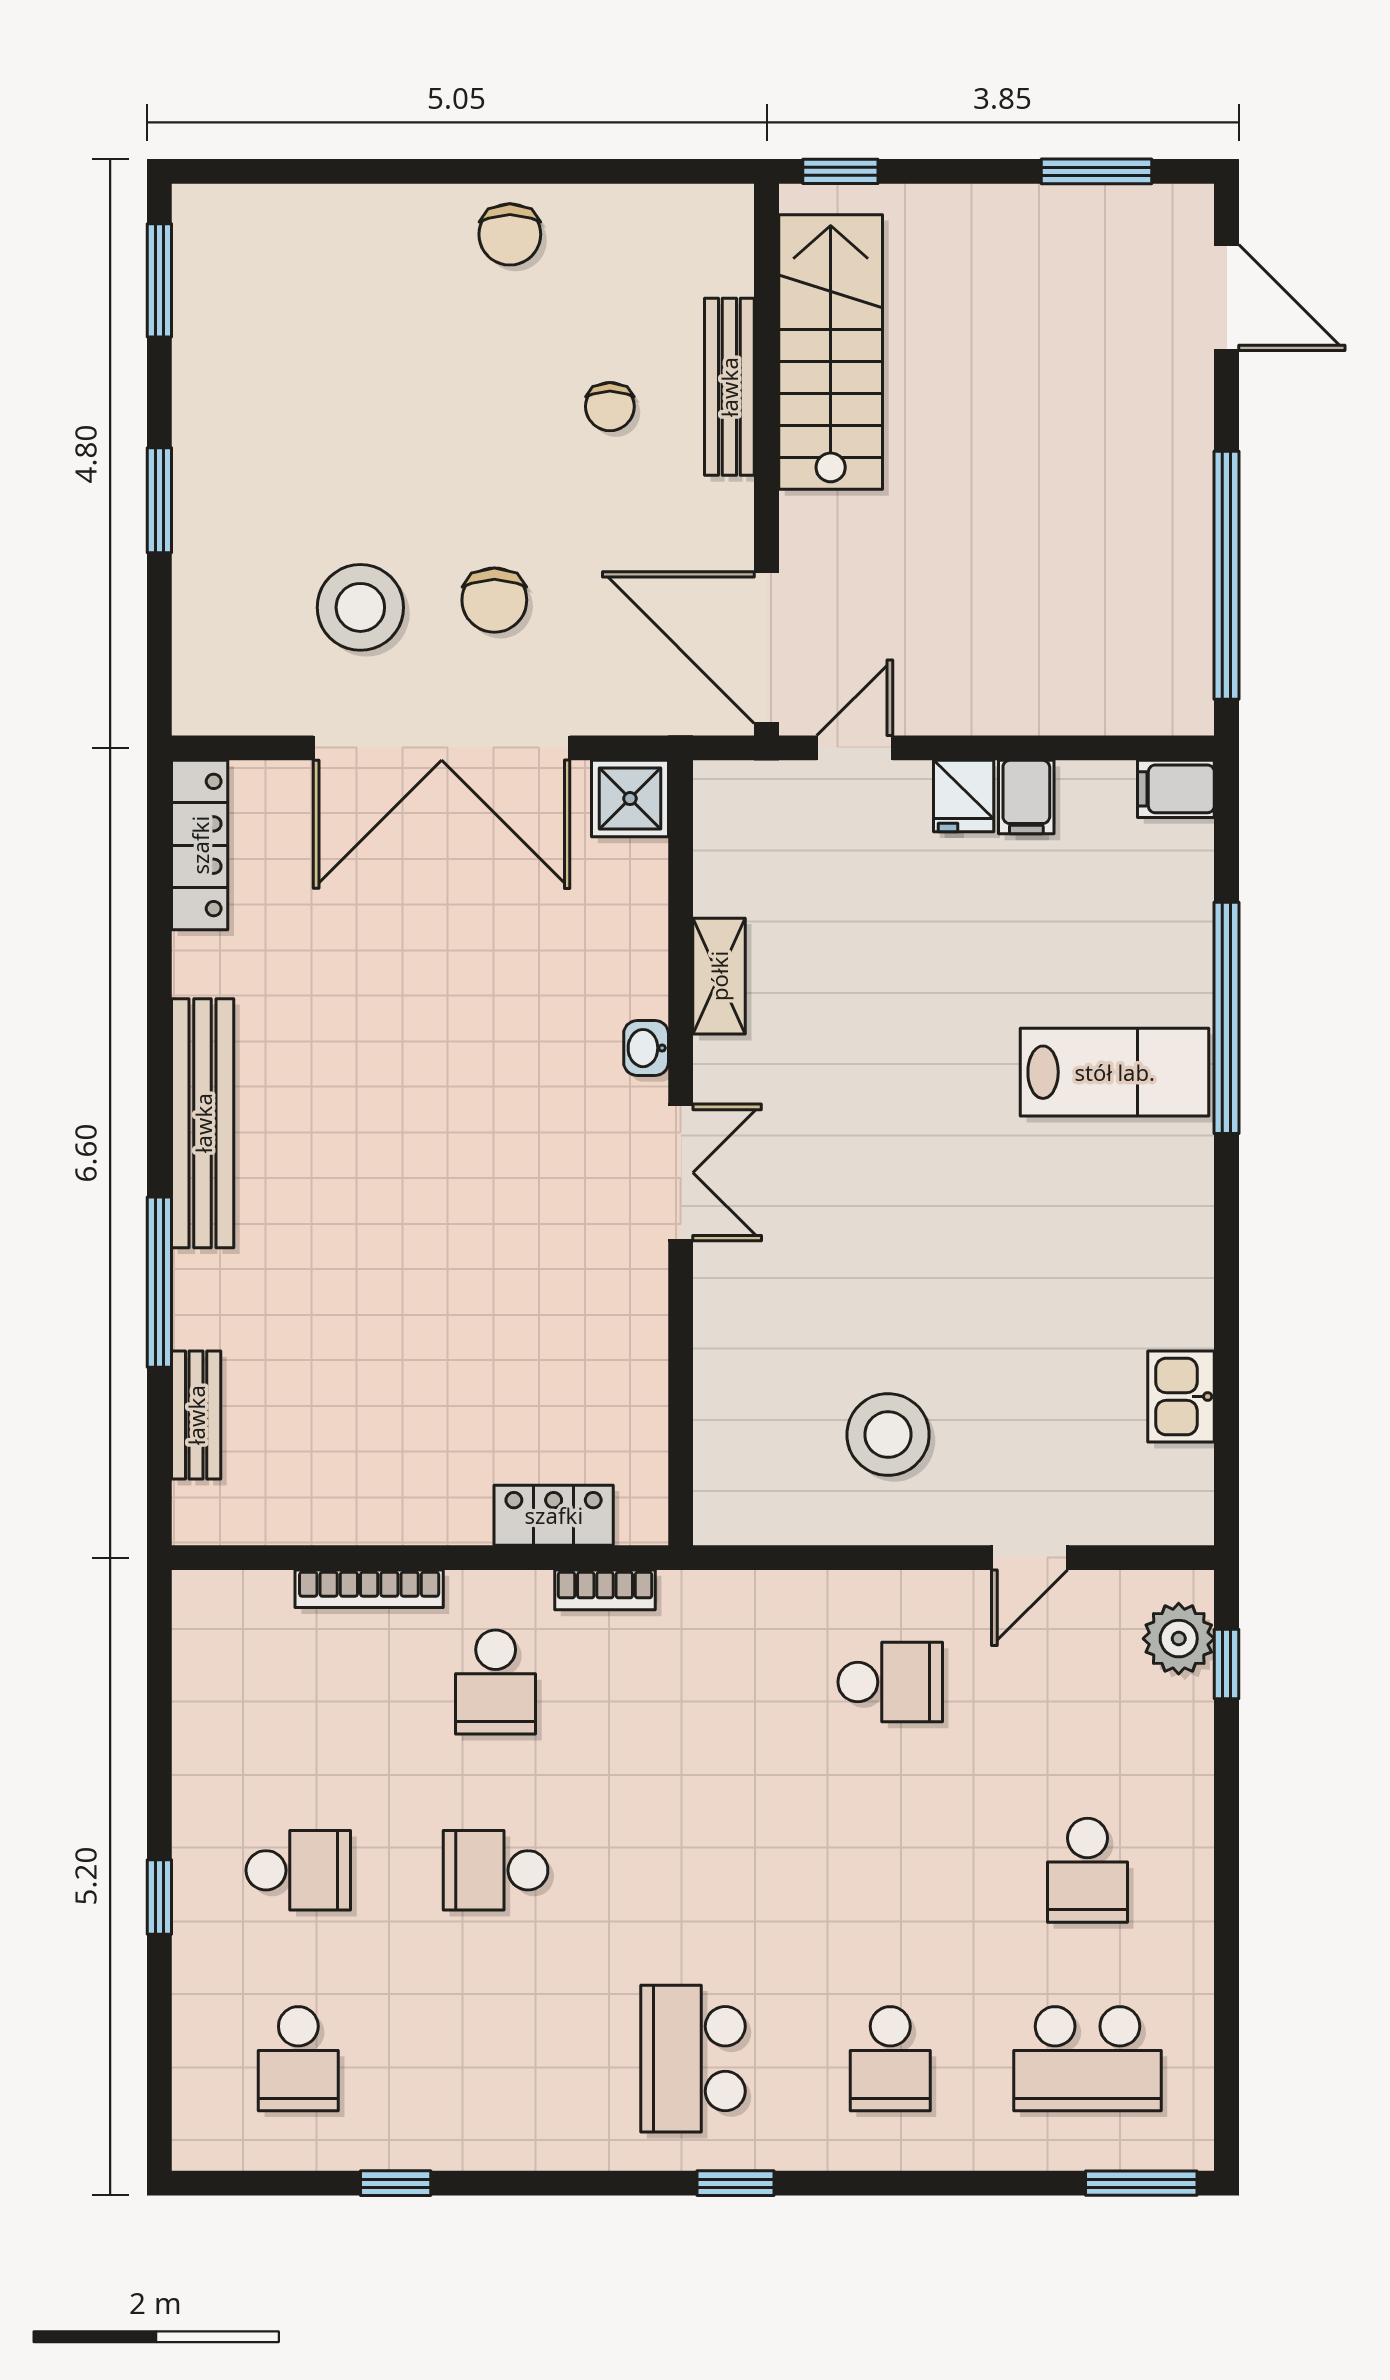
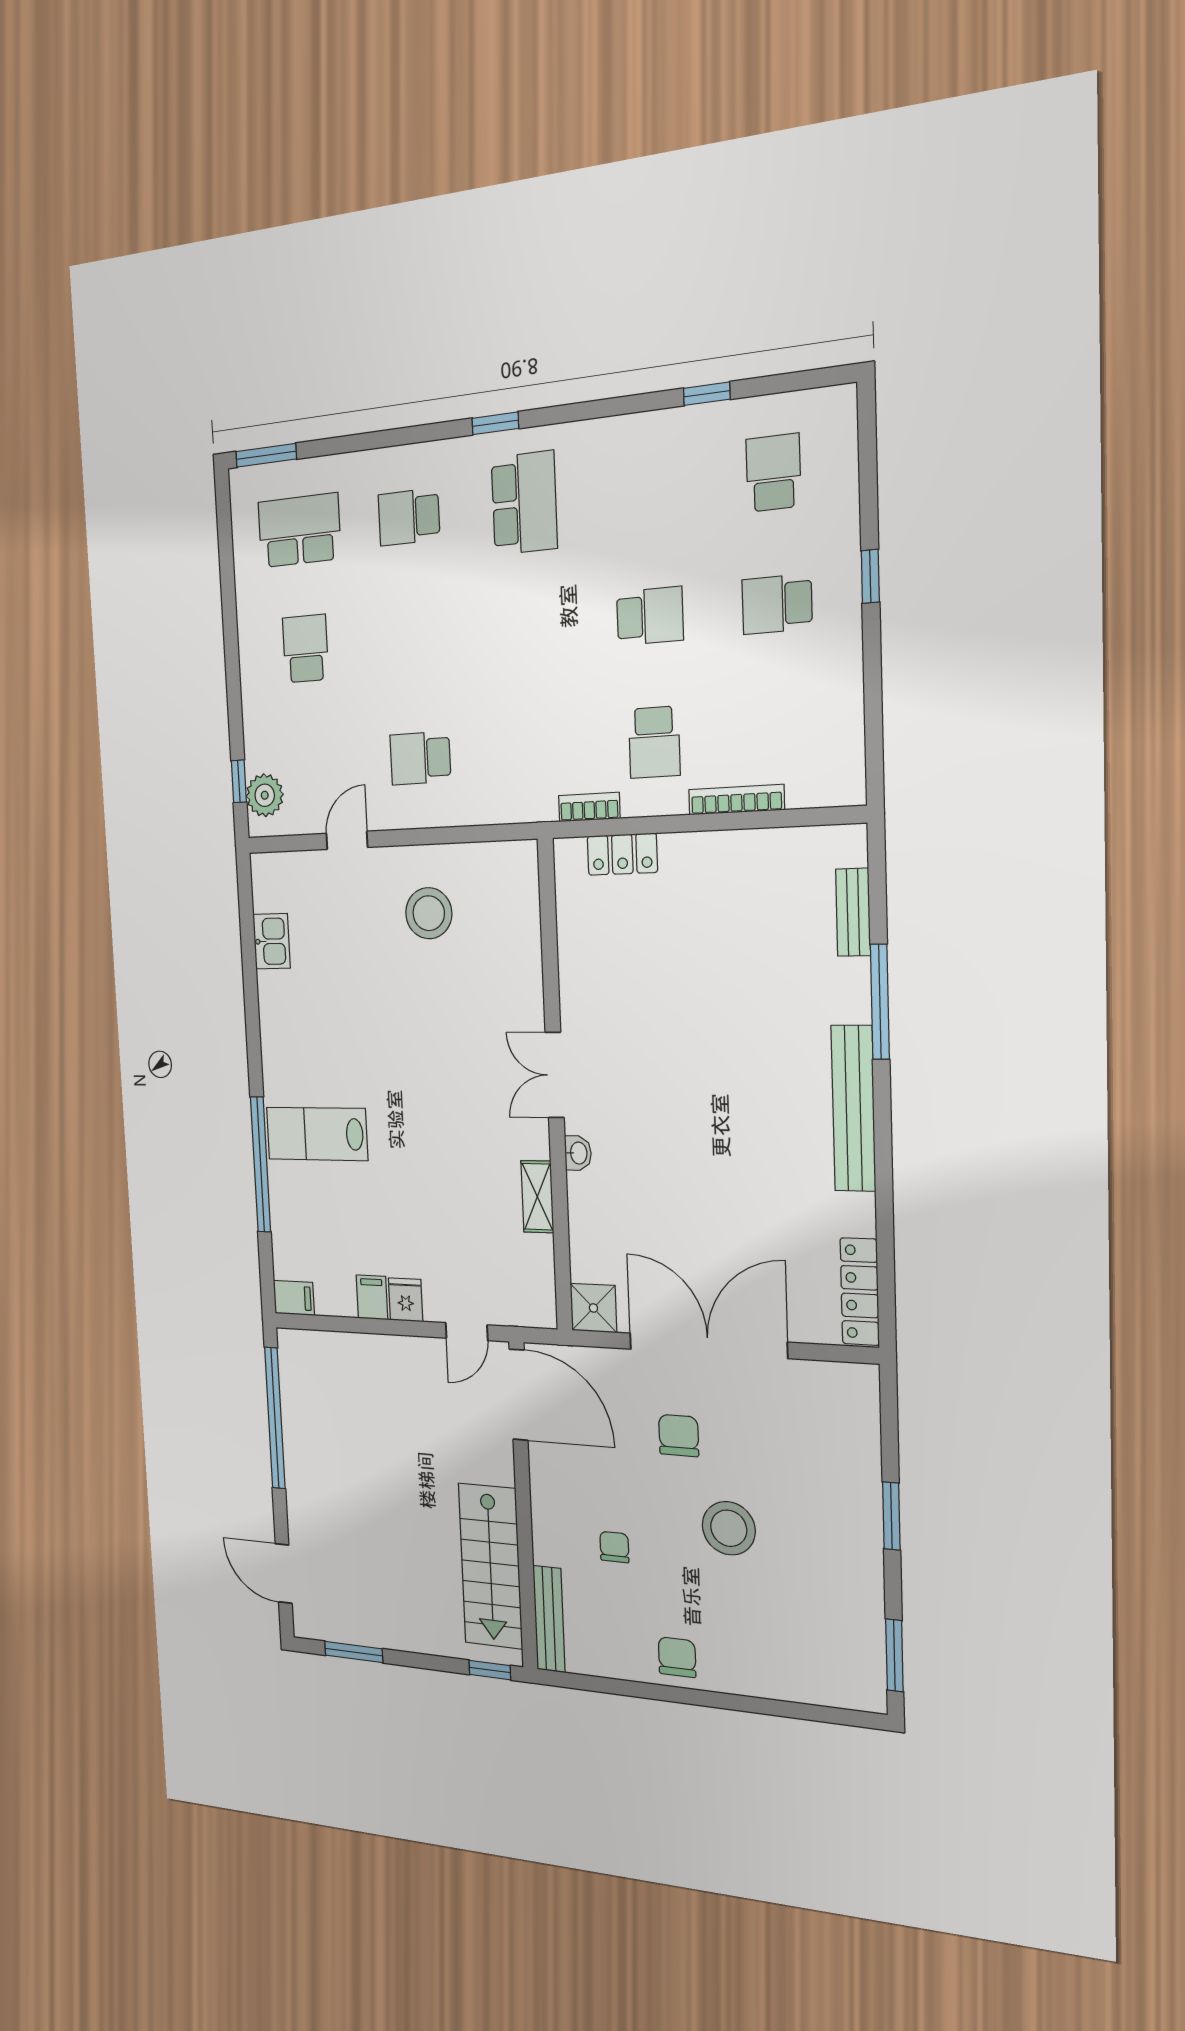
bench: (729, 387) -> (549, 1619), moved
stool: (360, 607) -> (729, 1528), moved
school desk: (496, 1682) -> (654, 742), turned 180
school desk: (890, 2059) -> (409, 517), turned -90

